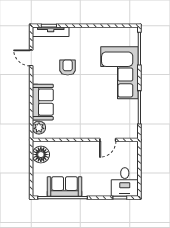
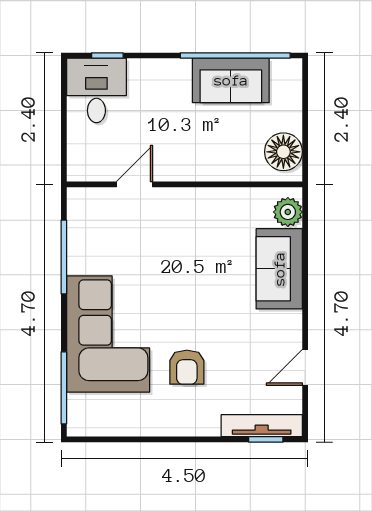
door: (31, 58) -> (305, 367), swing flipped
armchair: (68, 68) -> (187, 367), moved

